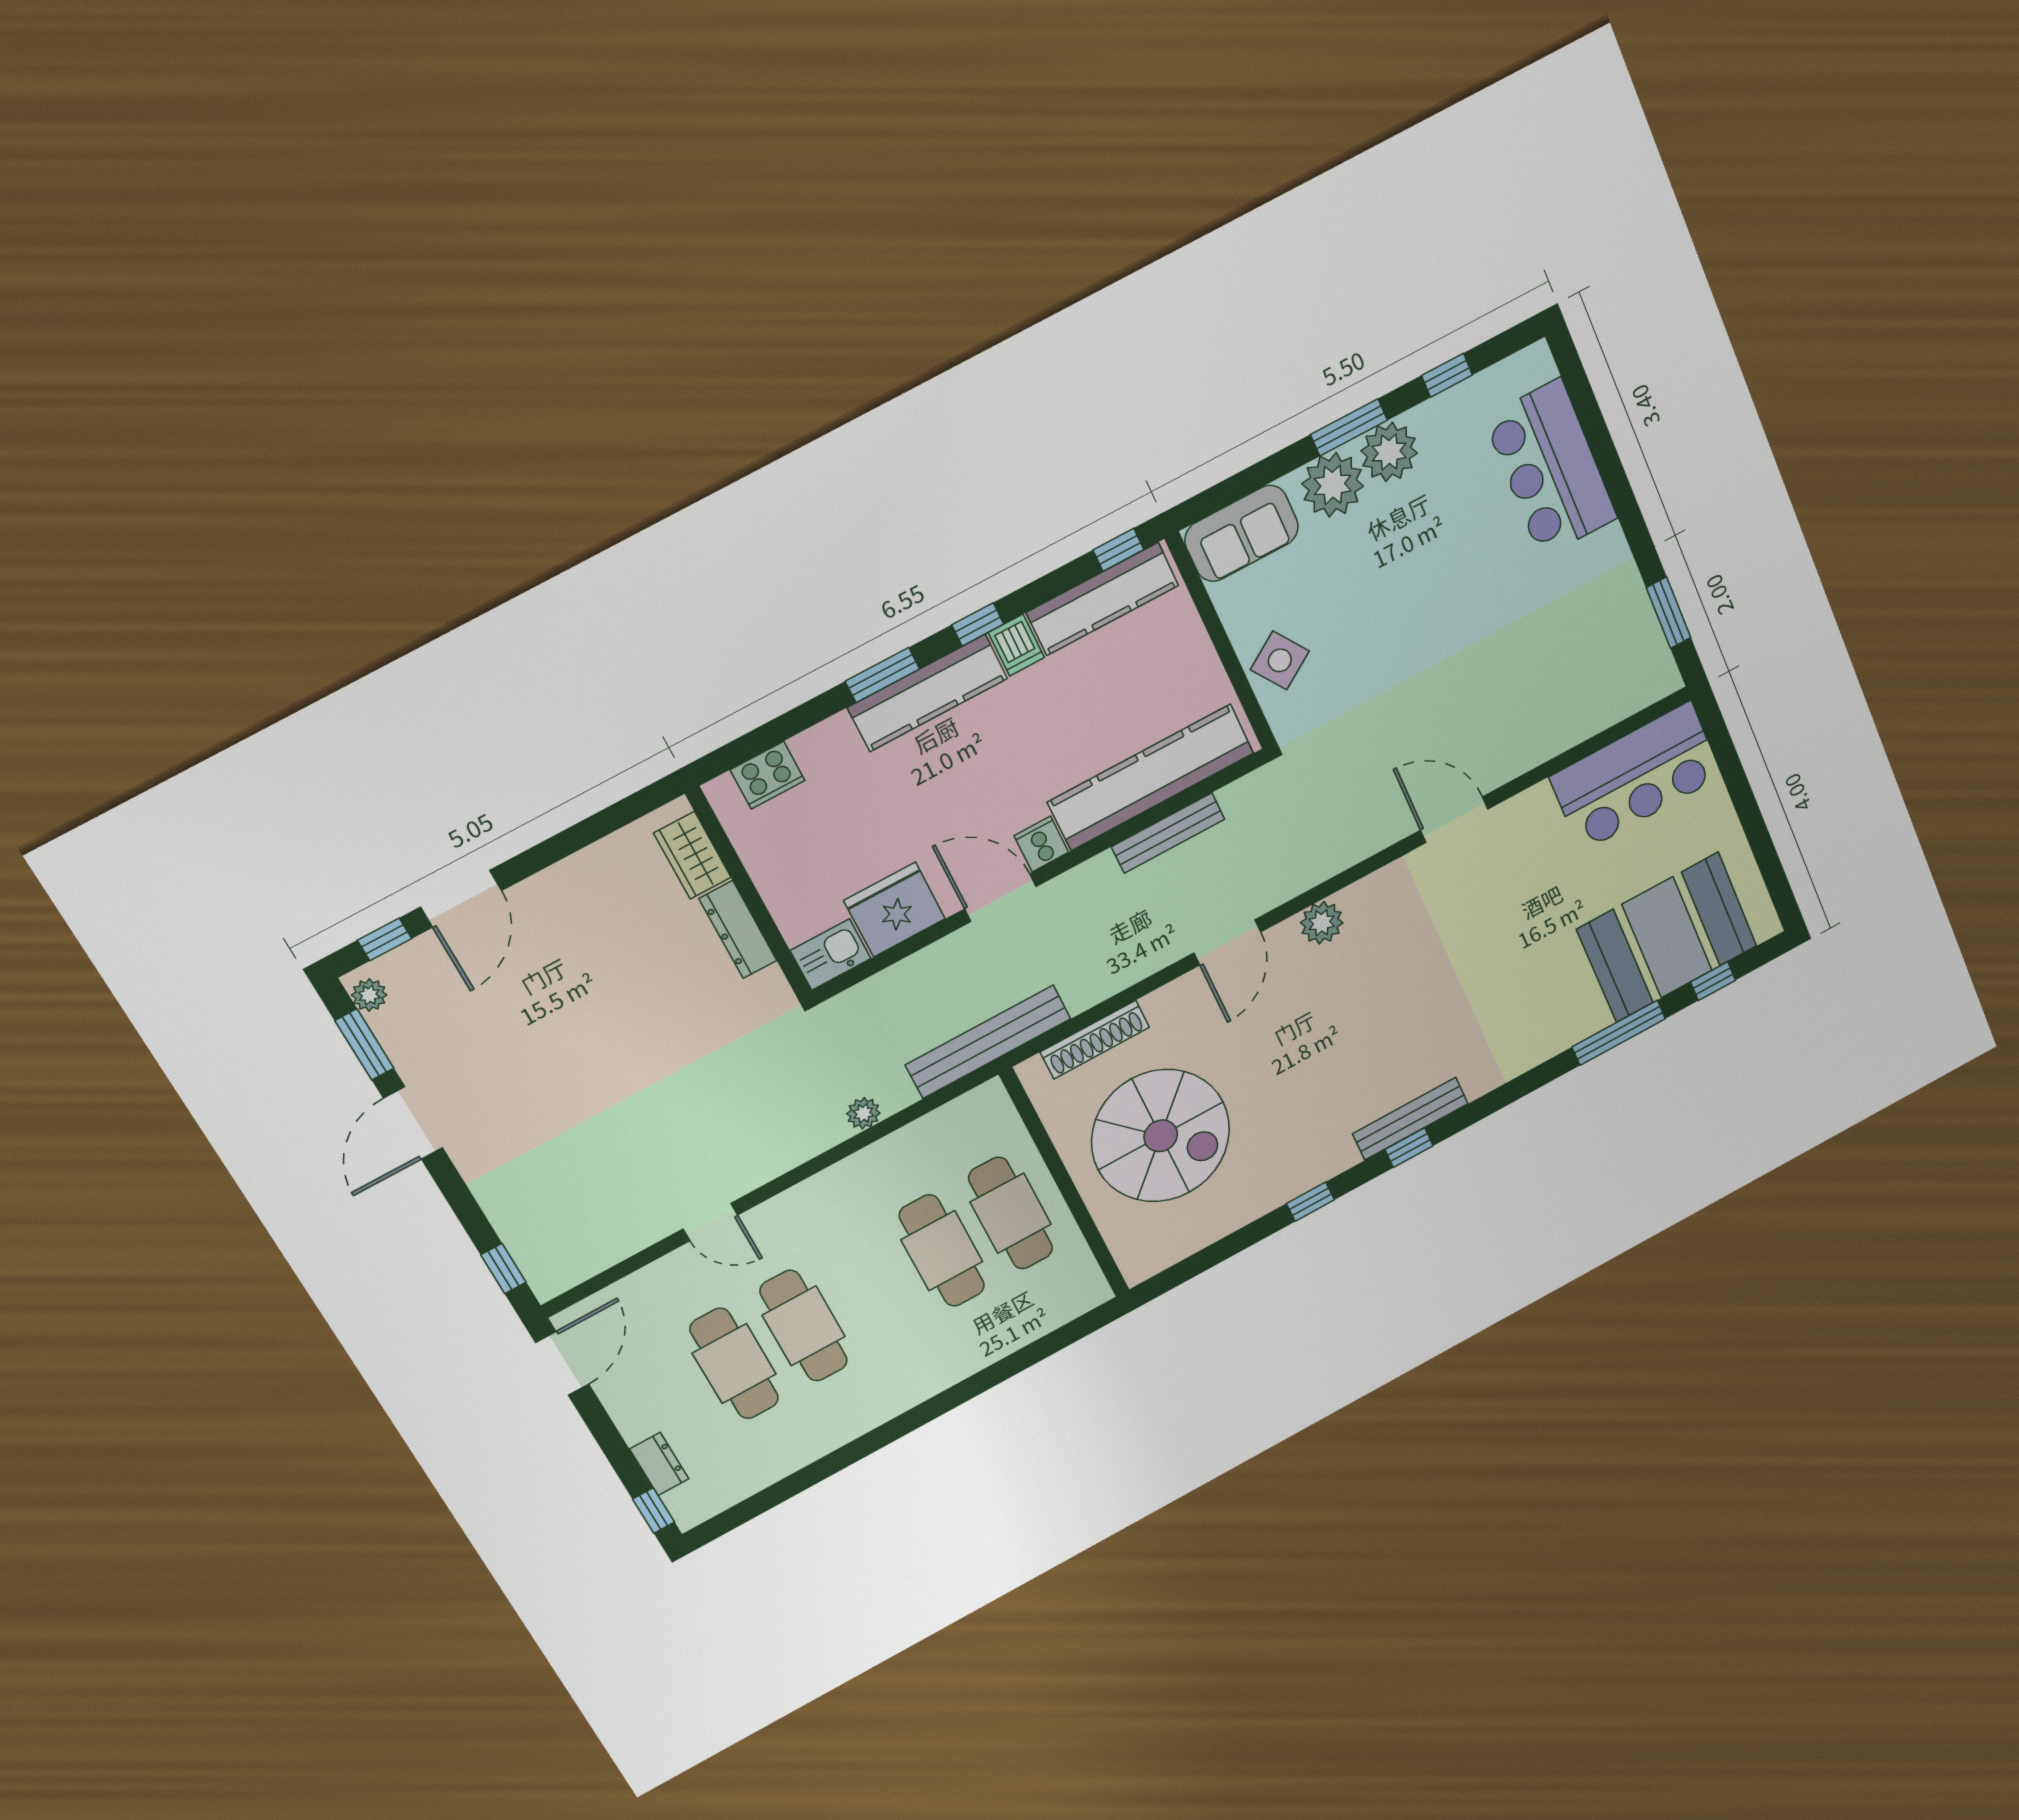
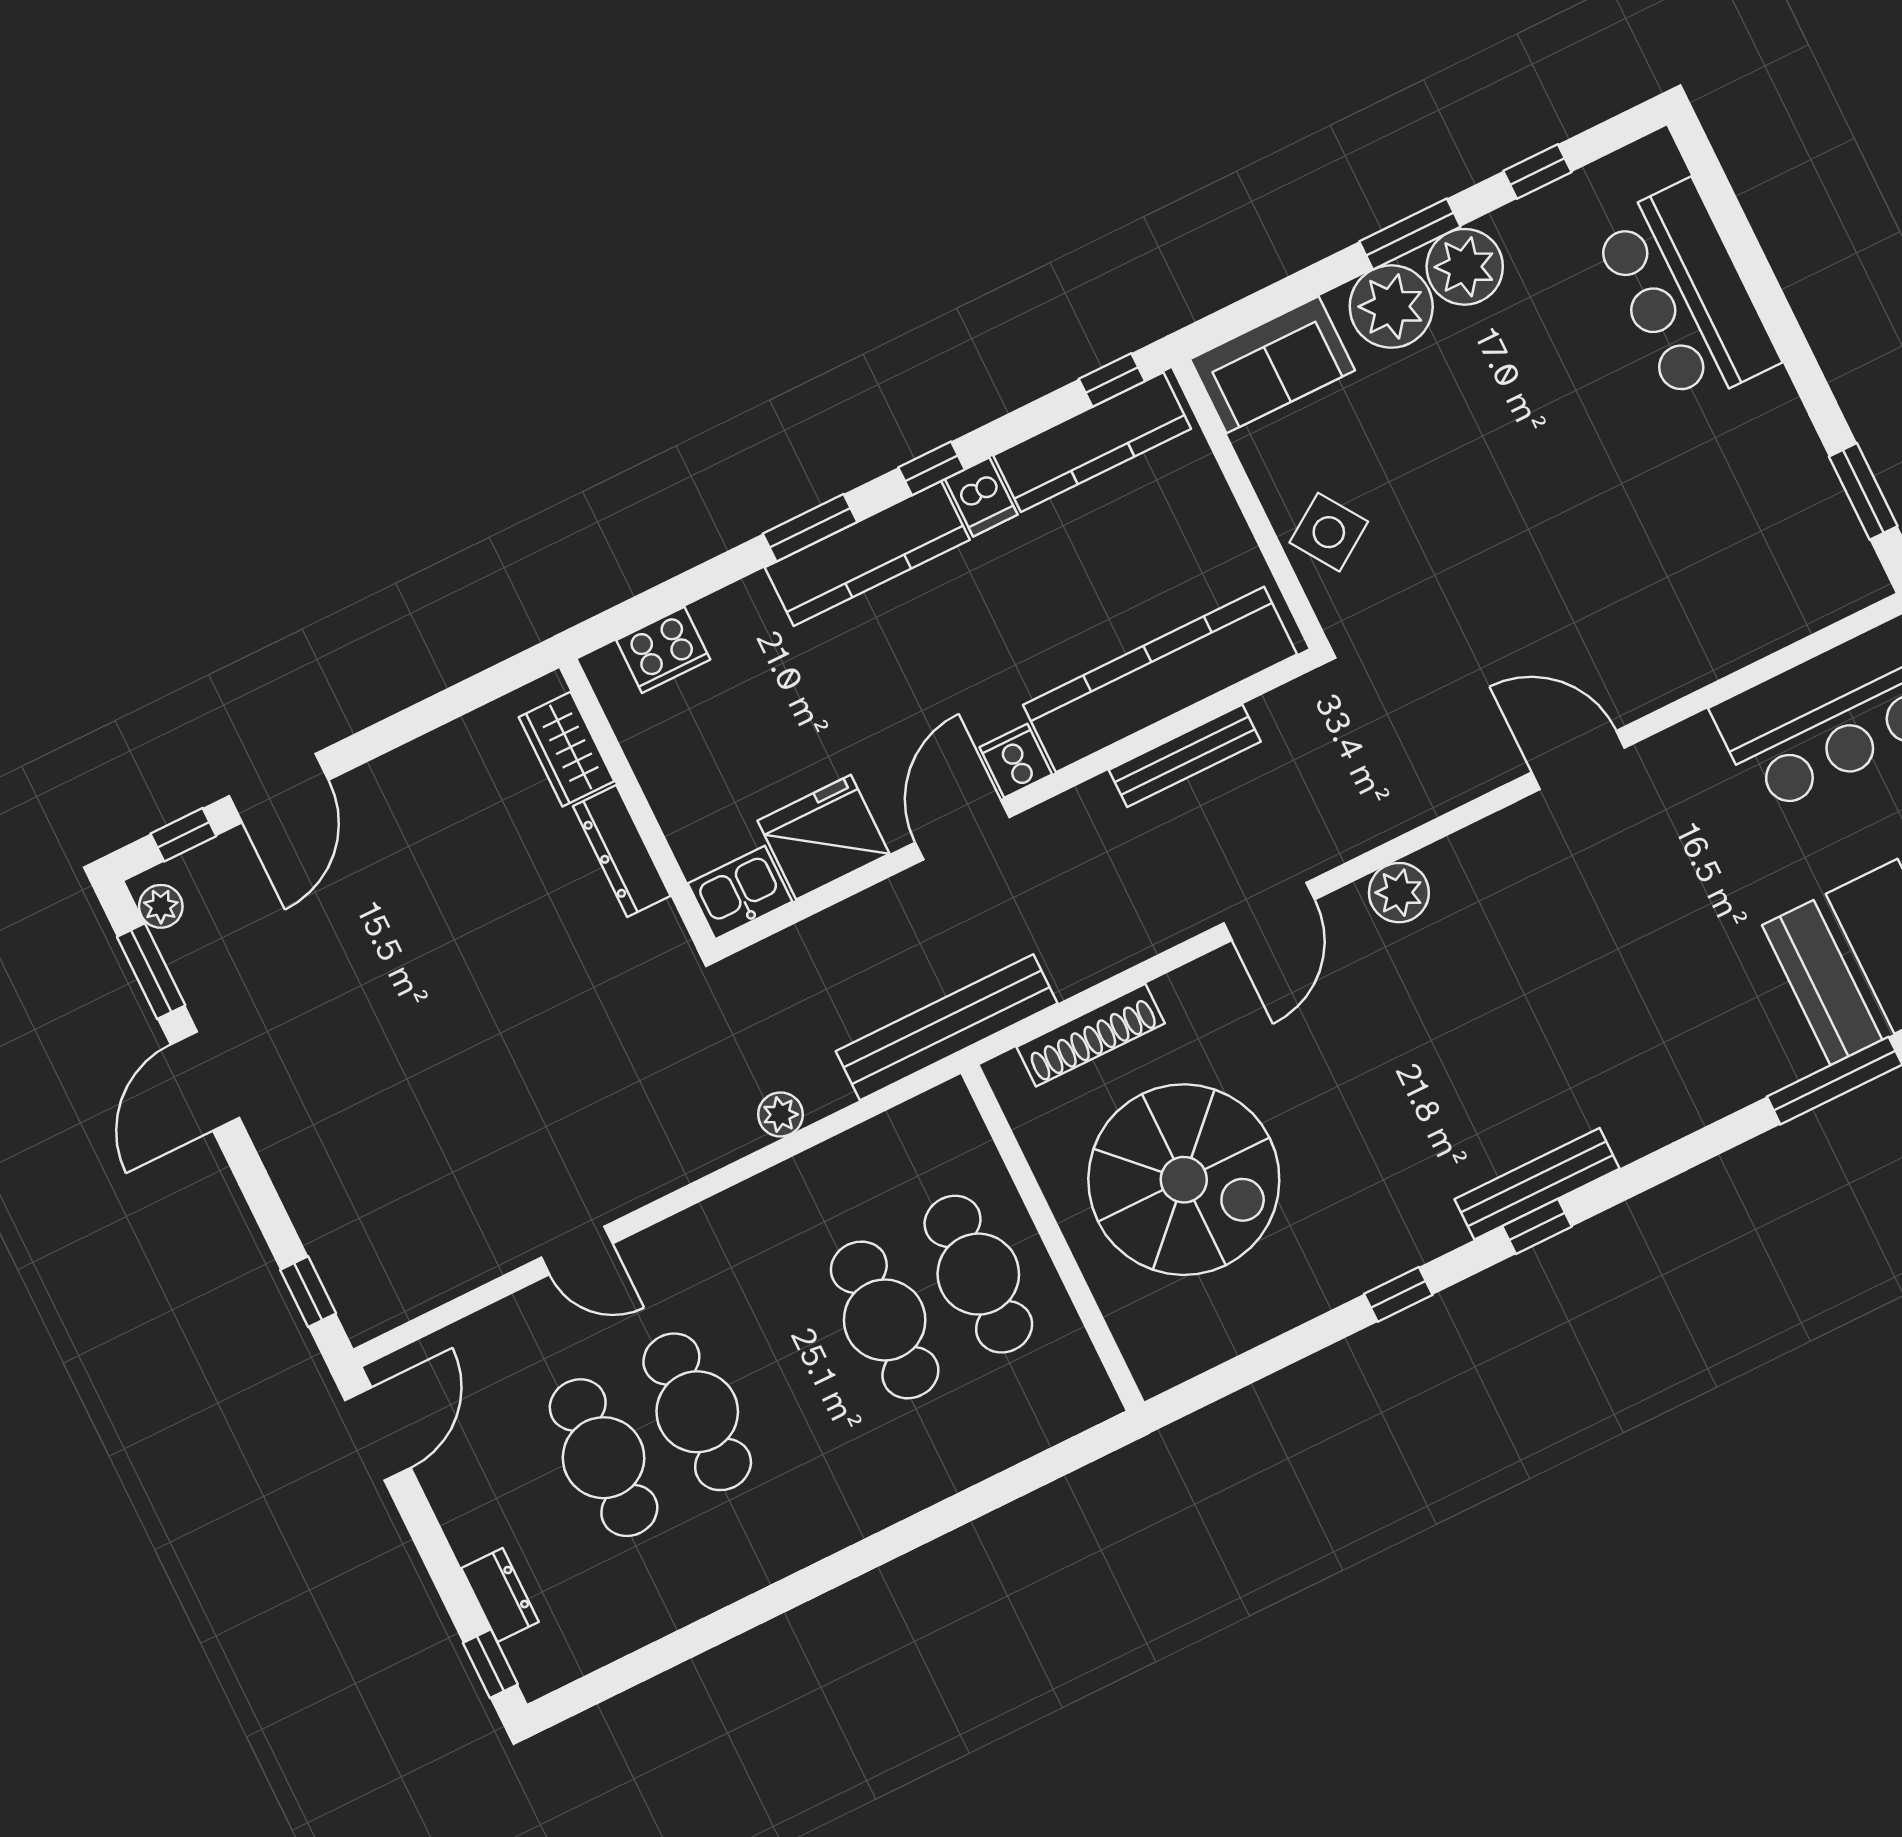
door: (1000, 898) -> (962, 830), hinge flipped

